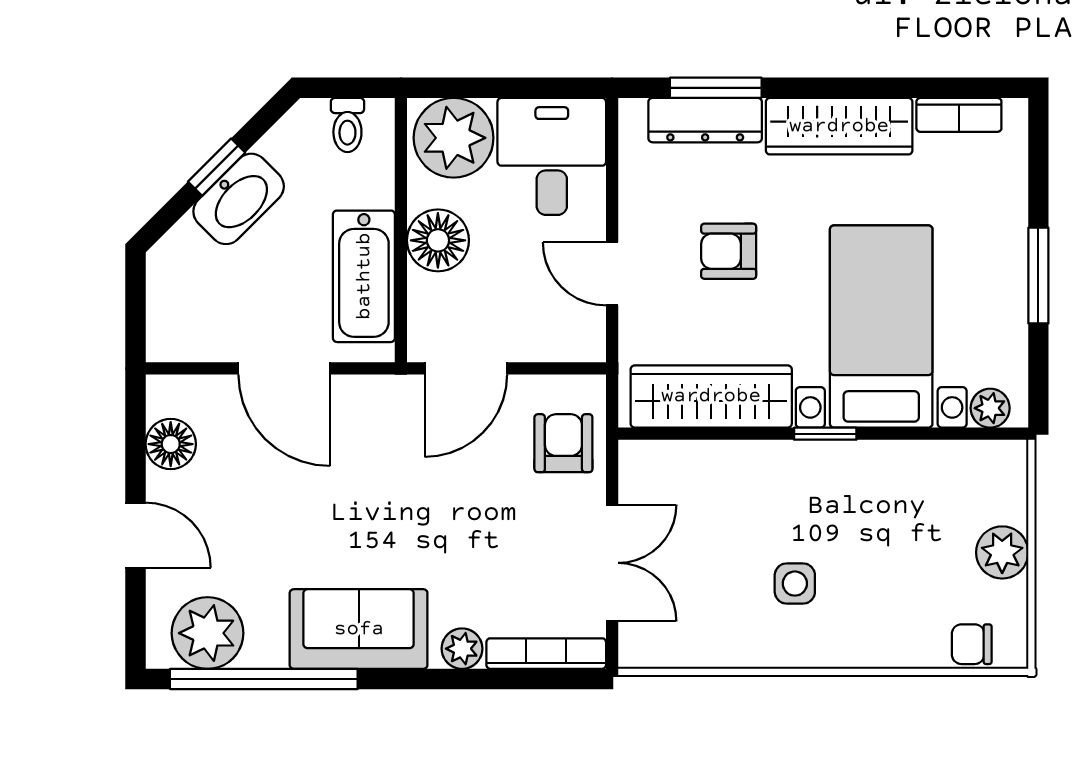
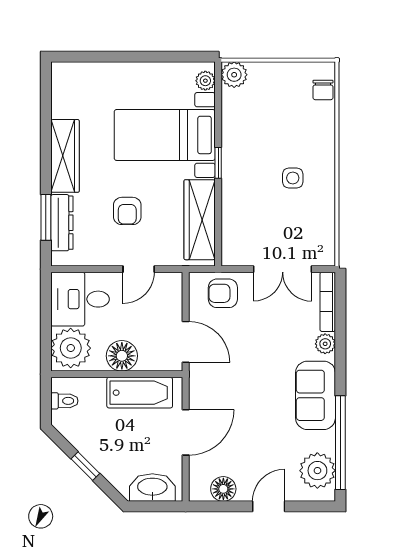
bookcase: (959, 115) -> (59, 96), removed
washbasin: (239, 199) -> (152, 487), moved, turned -45
window: (1038, 276) -> (139, 57), removed
plant: (1002, 552) -> (234, 75), moved
double door: (612, 563) -> (283, 269), swing flipped

